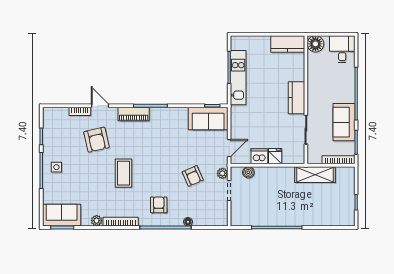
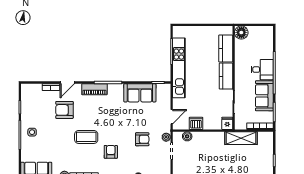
kitchen counter: (288, 44) -> (226, 48), moved, turned 90
desk: (342, 49) -> (262, 70), moved, turned 90
kitchen unit: (238, 78) -> (179, 68), width x1.36
door: (100, 106) -> (67, 83), swing flipped
sofa: (208, 118) -> (140, 93), moved
armchair: (96, 140) -> (64, 110), turned 103
fridge: (275, 156) -> (227, 123), moved
coffee table: (123, 173) -> (86, 137), turned 90
armchair: (193, 176) -> (142, 139), turned -66
armchair: (159, 205) -> (111, 152), moved

